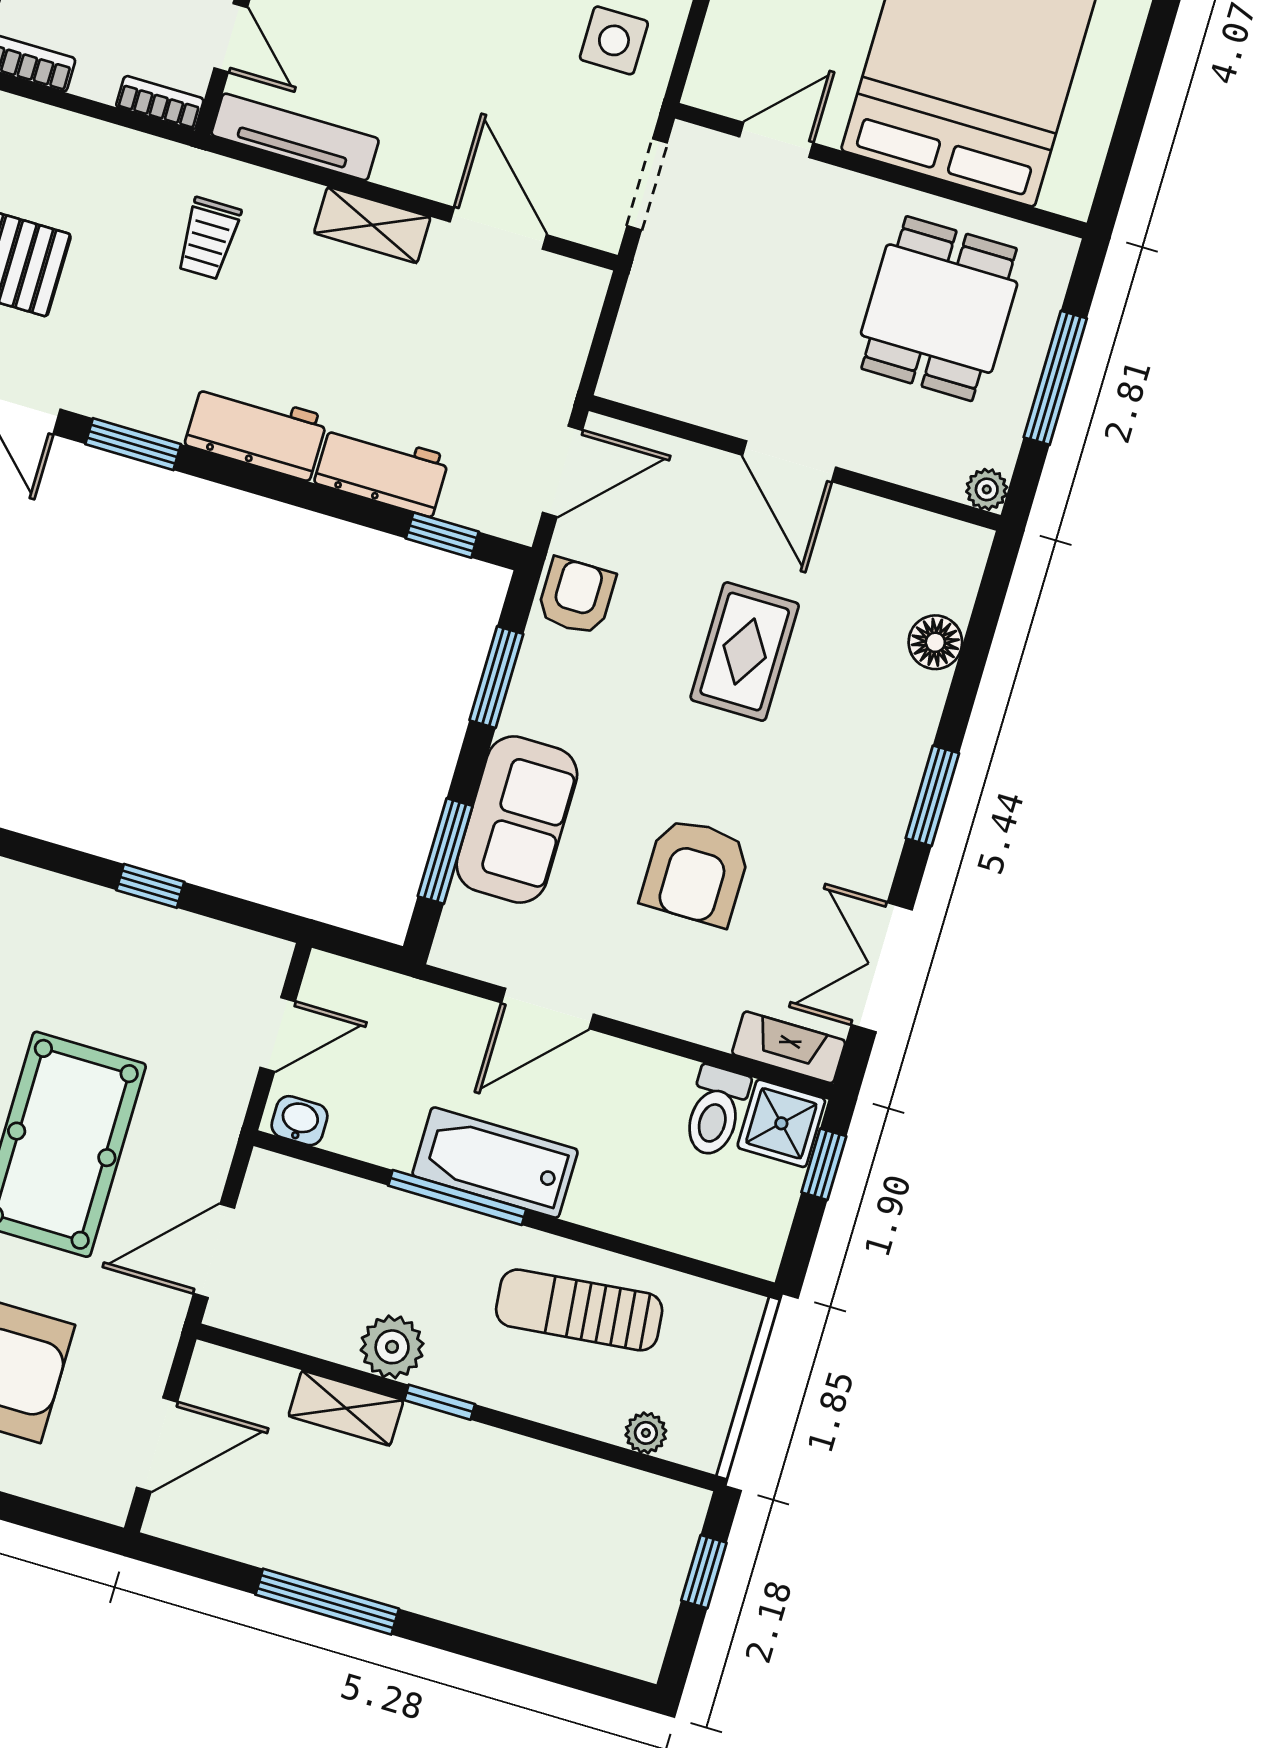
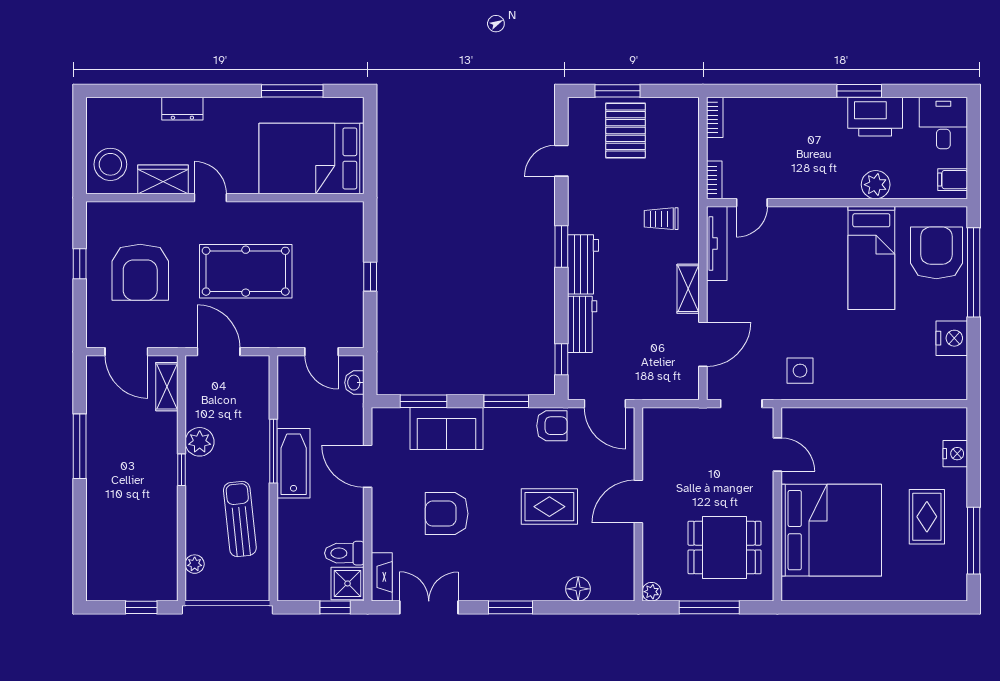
window: (133, 444) -> (561, 247), moved
washbasin: (300, 1121) -> (354, 383), moved, turned 180
shelving: (346, 1408) -> (167, 387), moved

